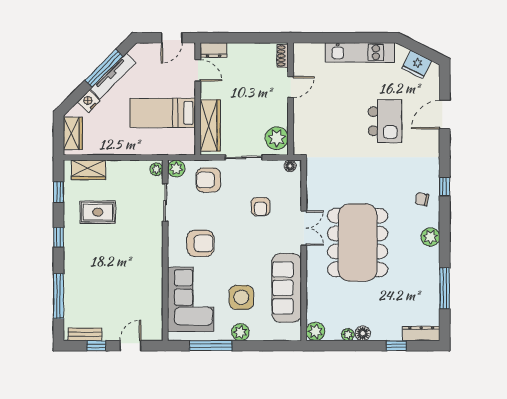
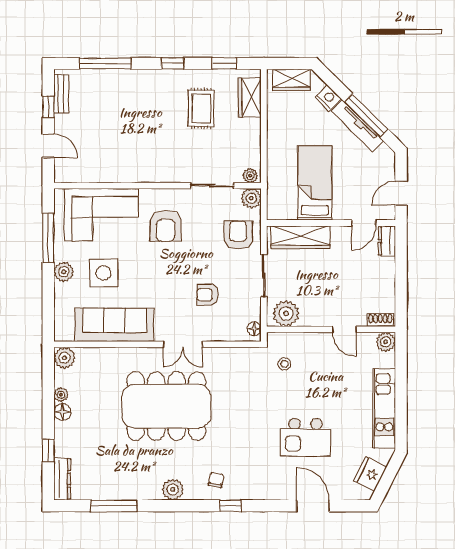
door: (172, 38) -> (401, 193), hinge flipped
plant: (302, 51) -> (386, 342), added
stool: (321, 140) -> (284, 364), added

